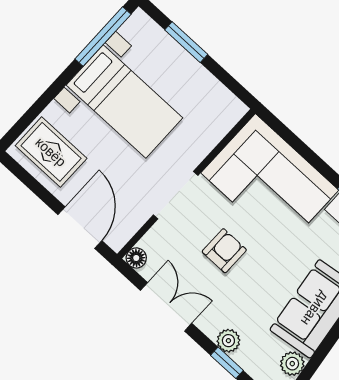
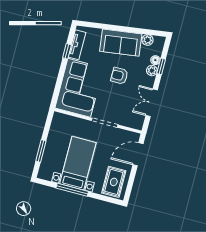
window: (103, 37) -> (72, 190), moved
armchair: (224, 251) -> (119, 76), moved
floor lamp: (136, 258) -> (155, 60), moved

